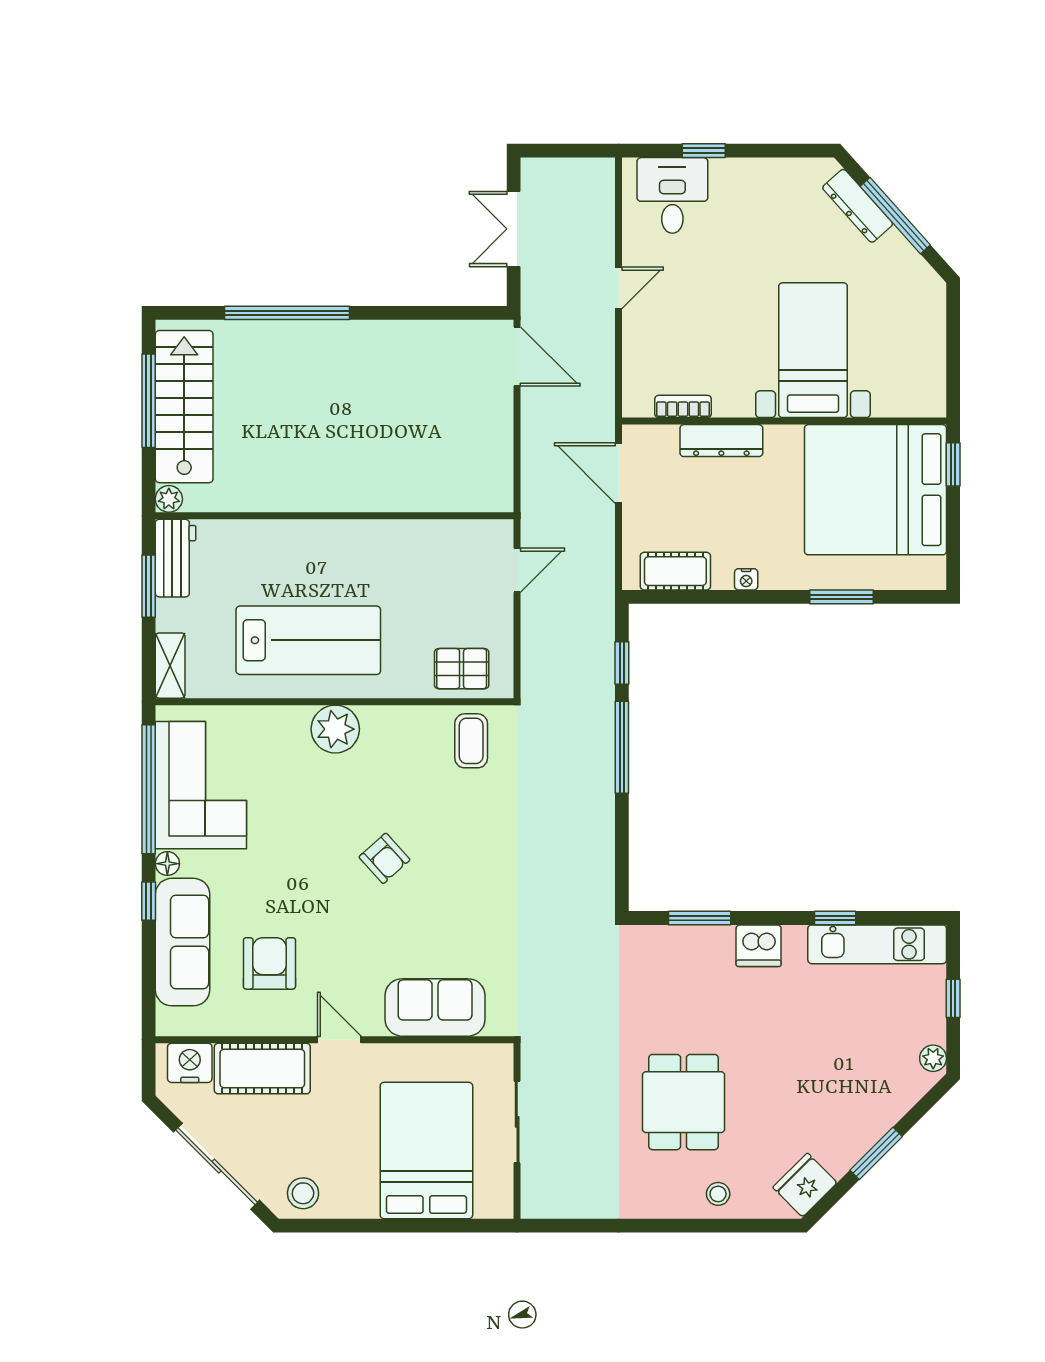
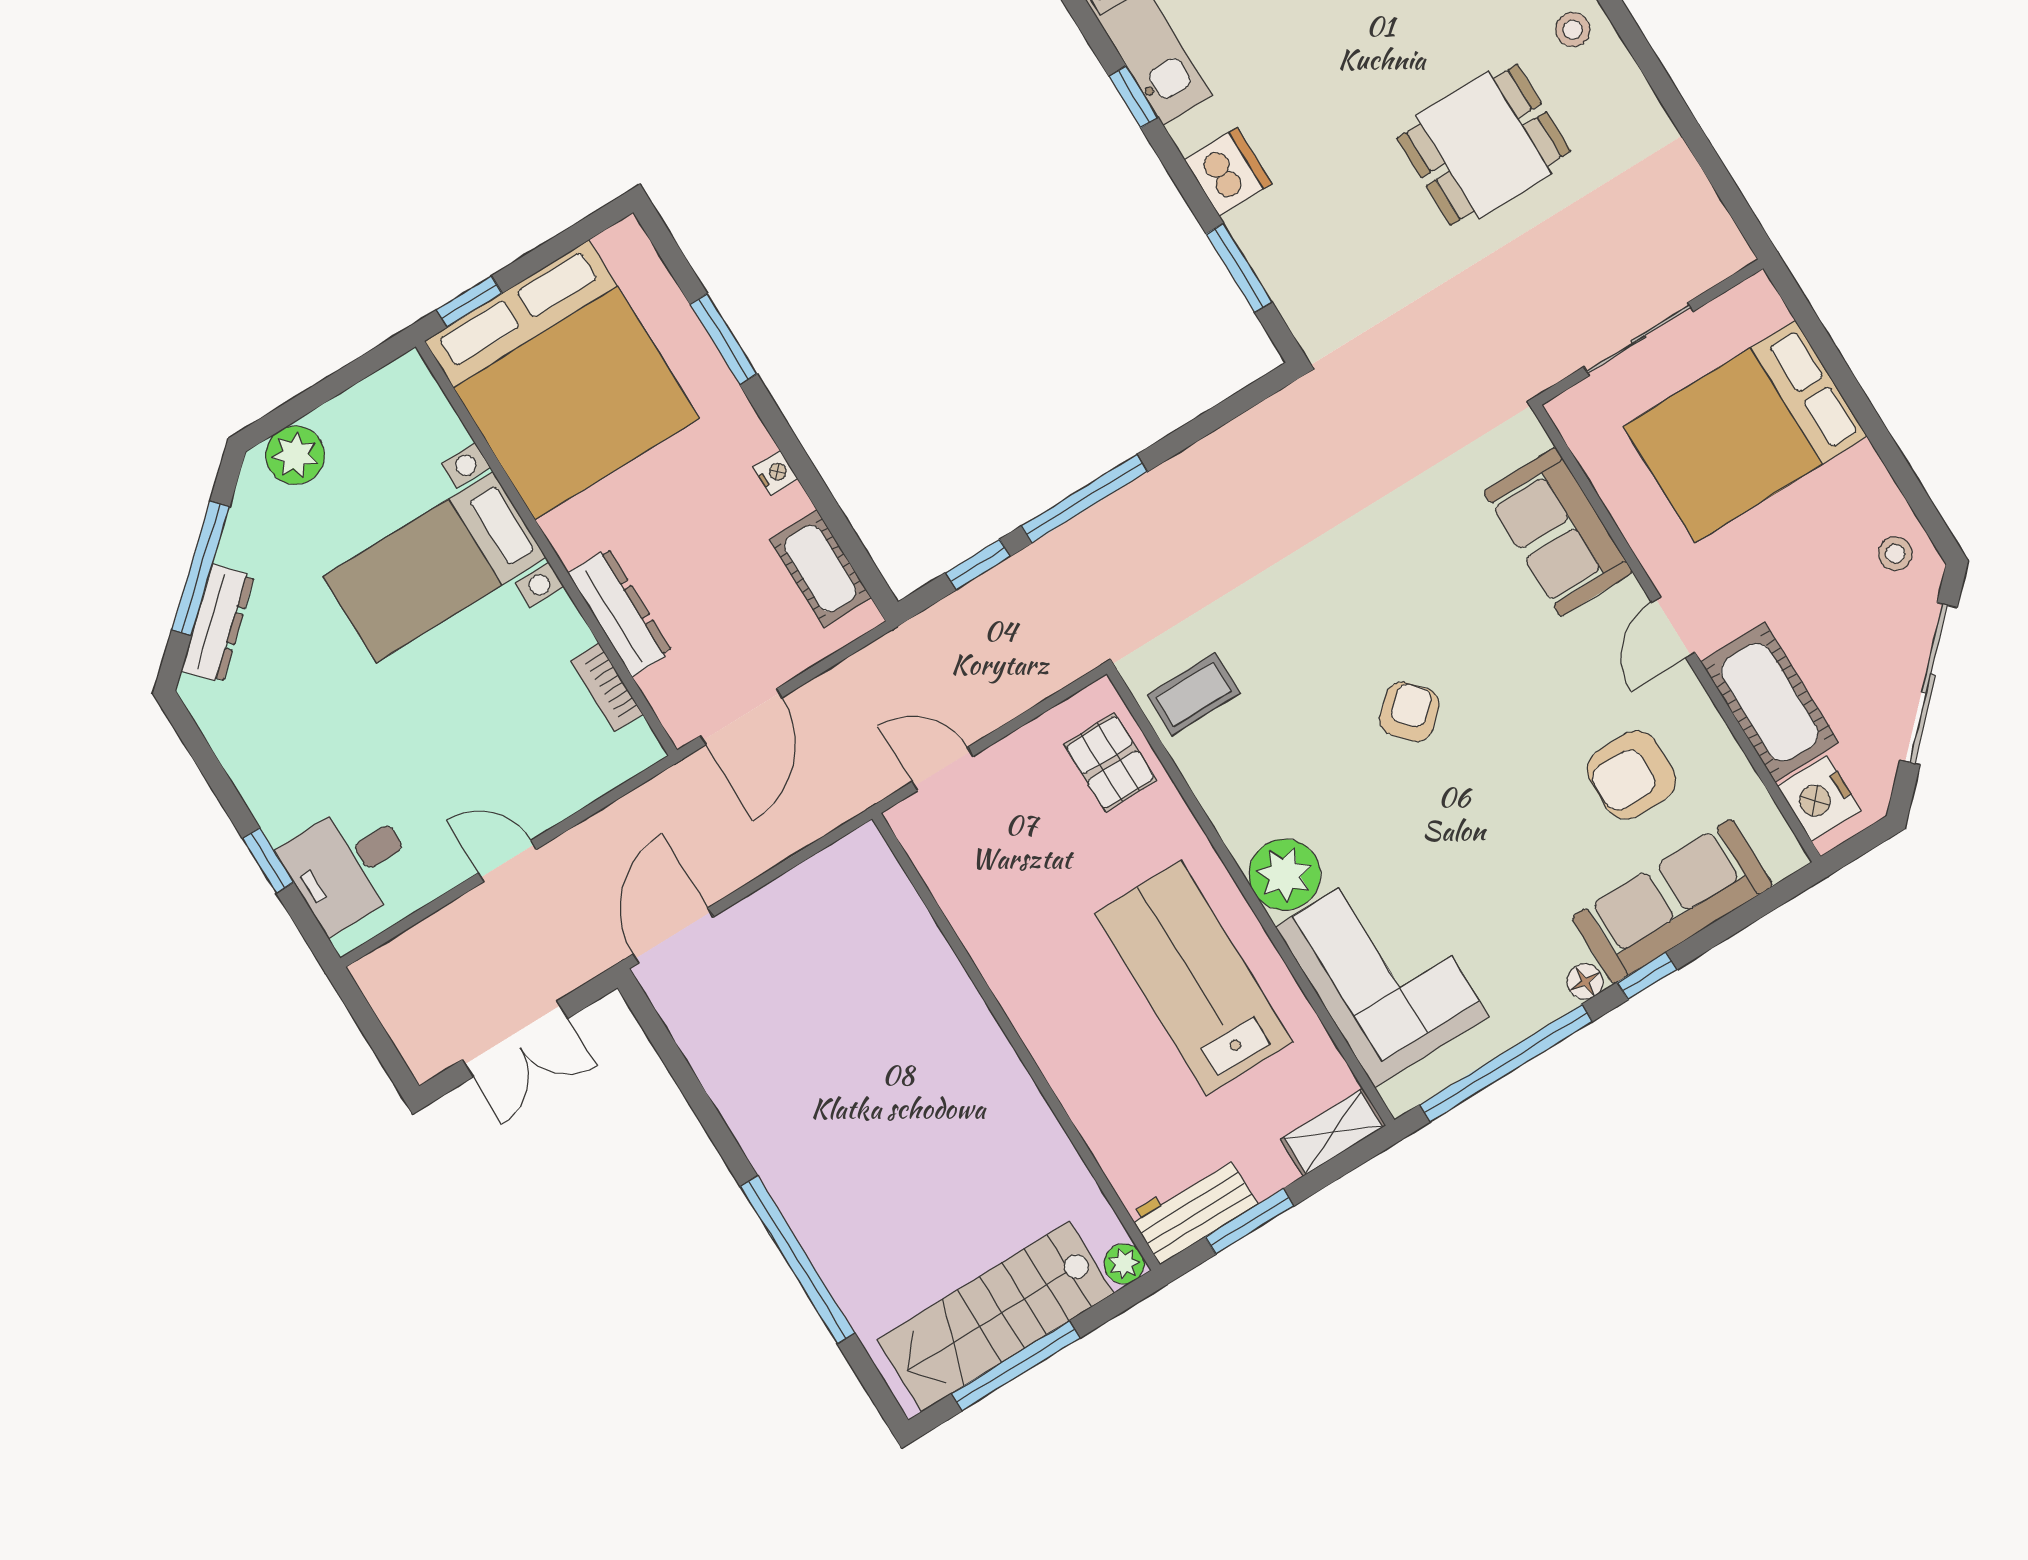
plant: (927, 310) -> (295, 455), added
corner sofa: (201, 785) -> (1382, 972), moved, turned 90
stool: (303, 1193) -> (1895, 554), width x0.73, depth x0.73

